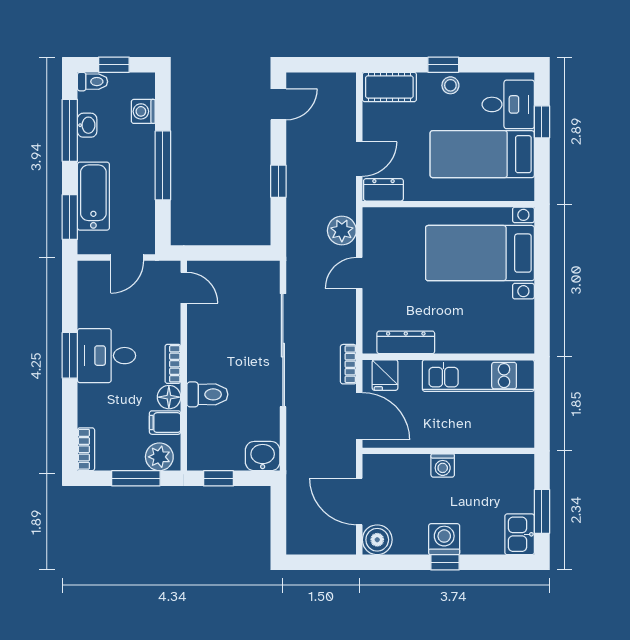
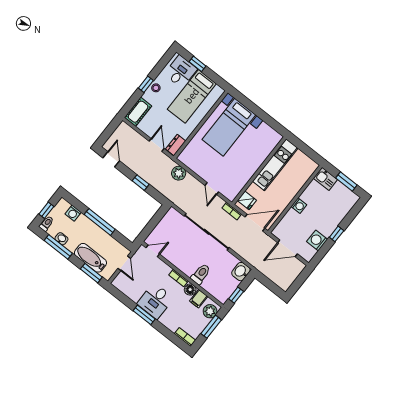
door: (359, 273) -> (212, 189), moved
dresser: (406, 342) -> (241, 183), removed
kitchen sink: (520, 534) -> (325, 179), moved
washing machine: (444, 539) -> (317, 240), moved
boiler: (377, 540) -> (307, 253), removed

